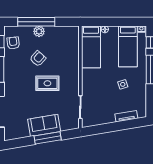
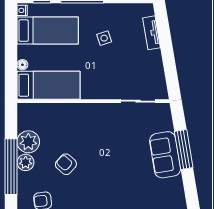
plant: (53, 33) -> (28, 142), added
rug: (47, 83) -> (103, 150), removed

